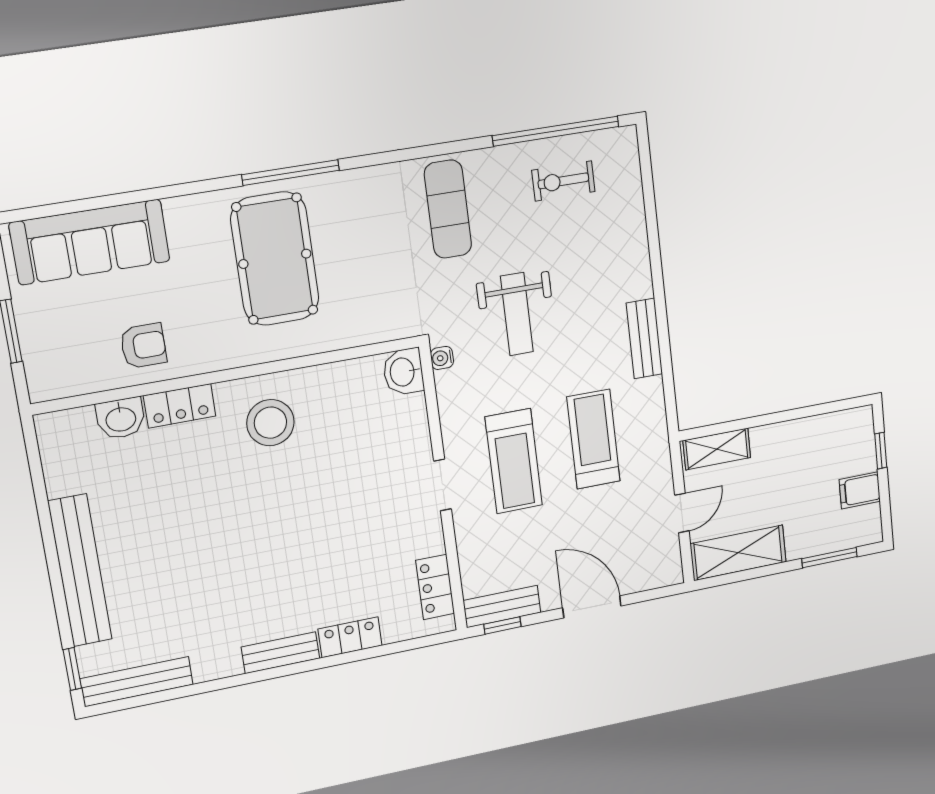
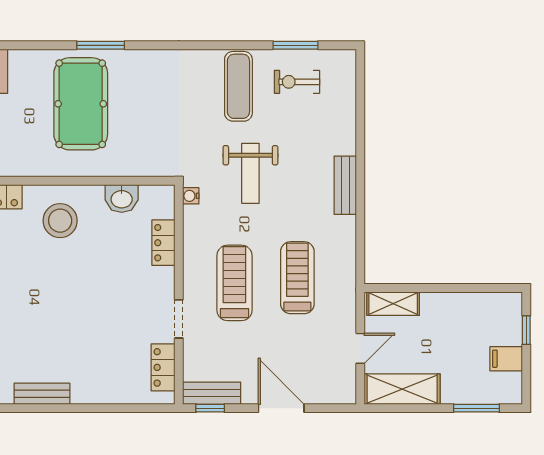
window: (556, 131) -> (295, 45), width x0.47
window: (291, 173) -> (101, 45), width x0.69
exercise mat: (448, 209) -> (238, 86), moved
bench: (644, 339) -> (345, 185), moved
washbasin: (403, 372) -> (122, 198), moved, turned -90
treadmill: (514, 461) -> (234, 283), turned 180
doorway: (443, 485) -> (179, 319), moved
locker: (350, 637) -> (163, 243), moved, turned -90

